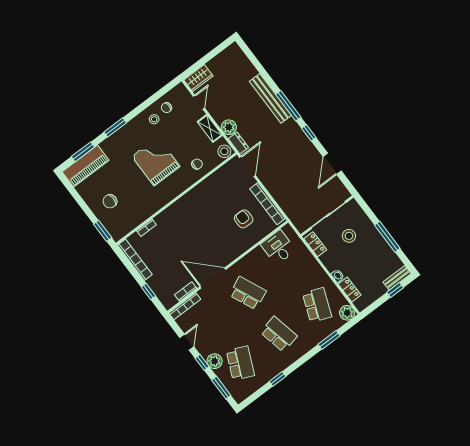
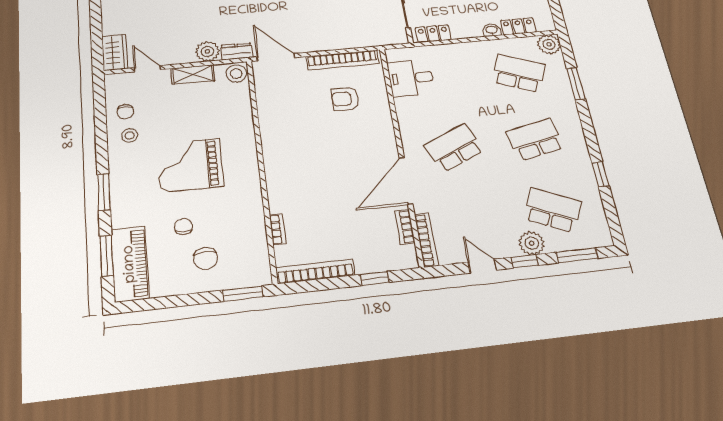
chair: (197, 164) -> (183, 227), moved

